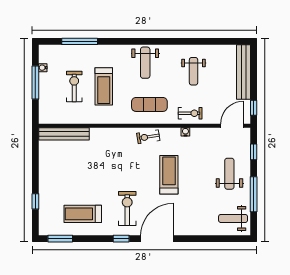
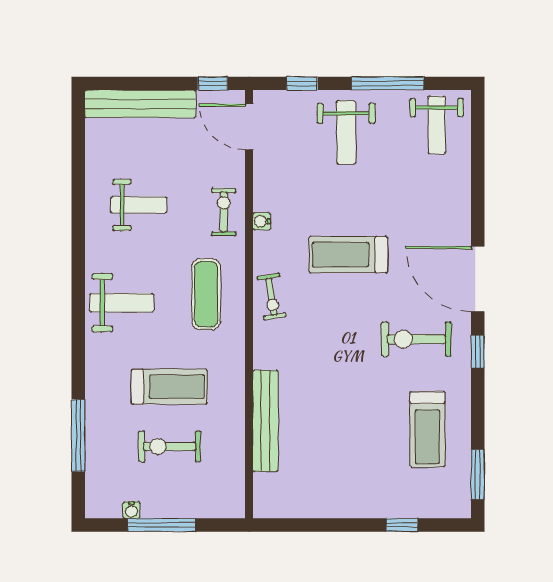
bench: (64, 134) -> (266, 421), moved
weight bench: (229, 174) -> (346, 132), turned -90

